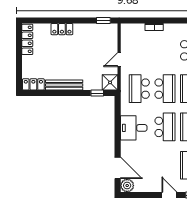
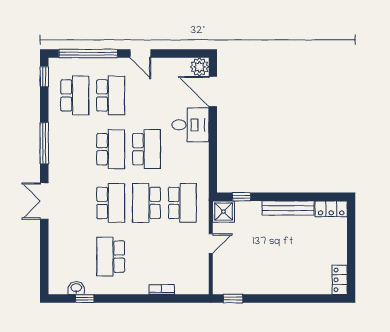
locker: (62, 29) -> (291, 286), removed
locker: (27, 39) -> (340, 280), width x0.66
school desk: (165, 127) -> (147, 149), turned 180
desk: (134, 128) -> (190, 125), moved

